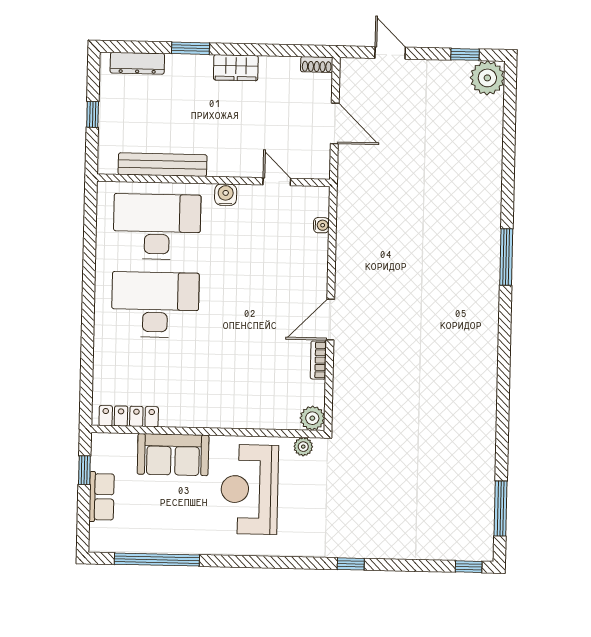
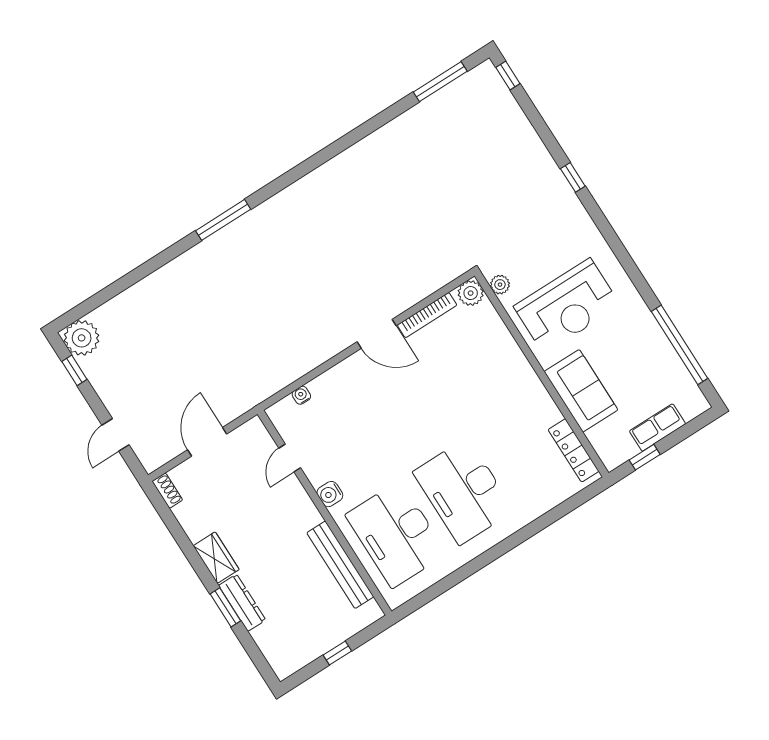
dresser: (137, 63) -> (242, 603), moved
bookcase: (318, 360) -> (427, 315), width x1.56

